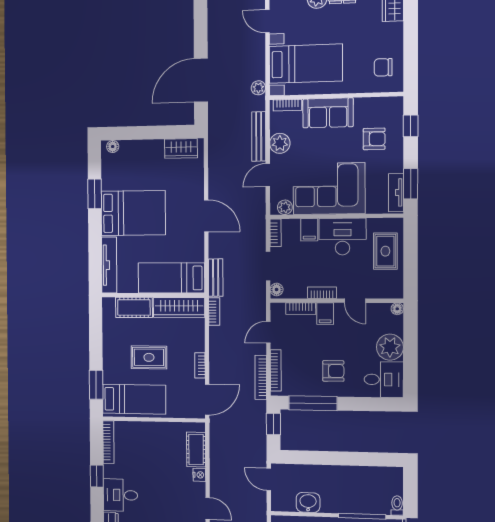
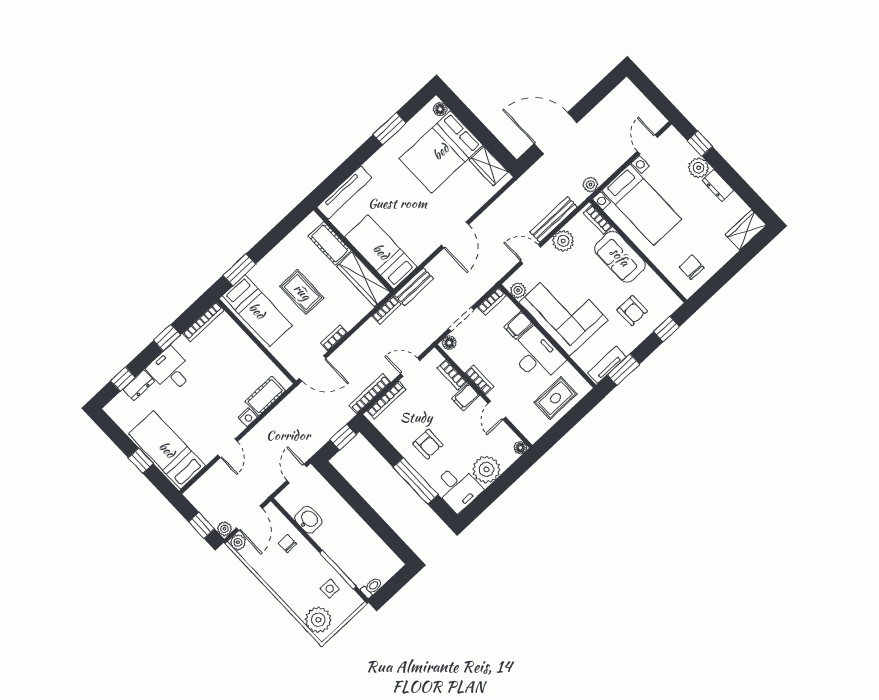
bed: (133, 213) -> (441, 152), moved, turned 90
window: (313, 403) -> (416, 481), moved

